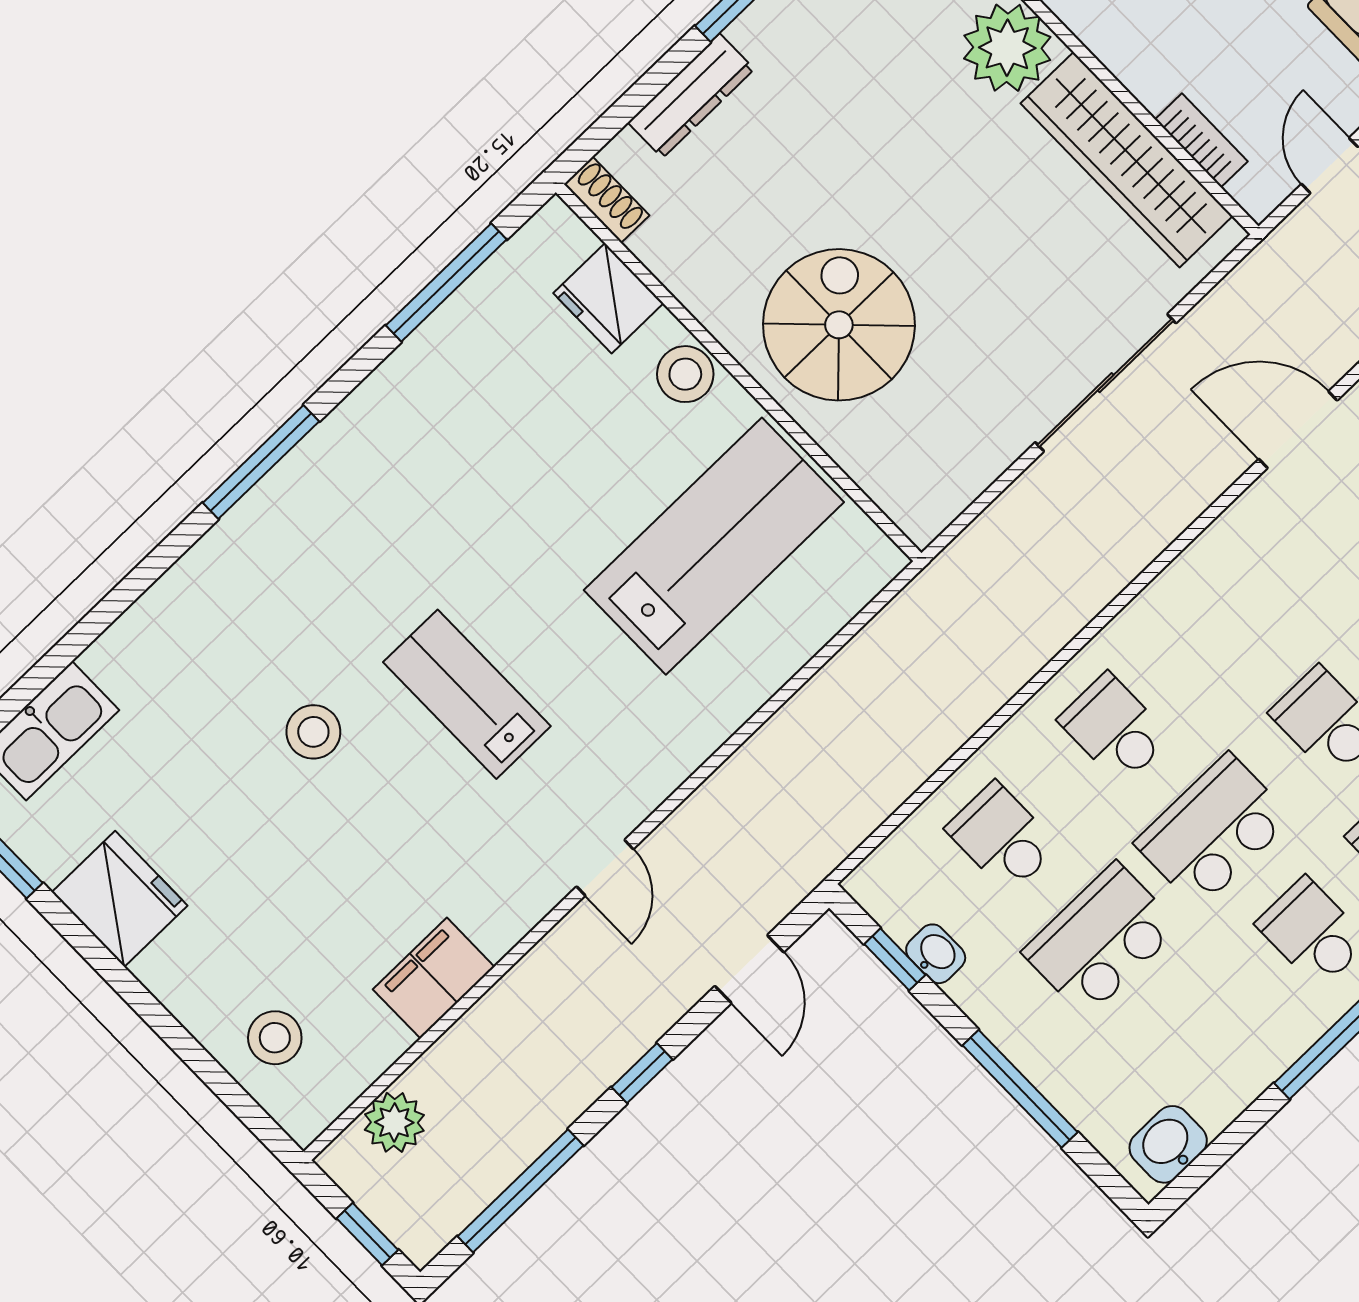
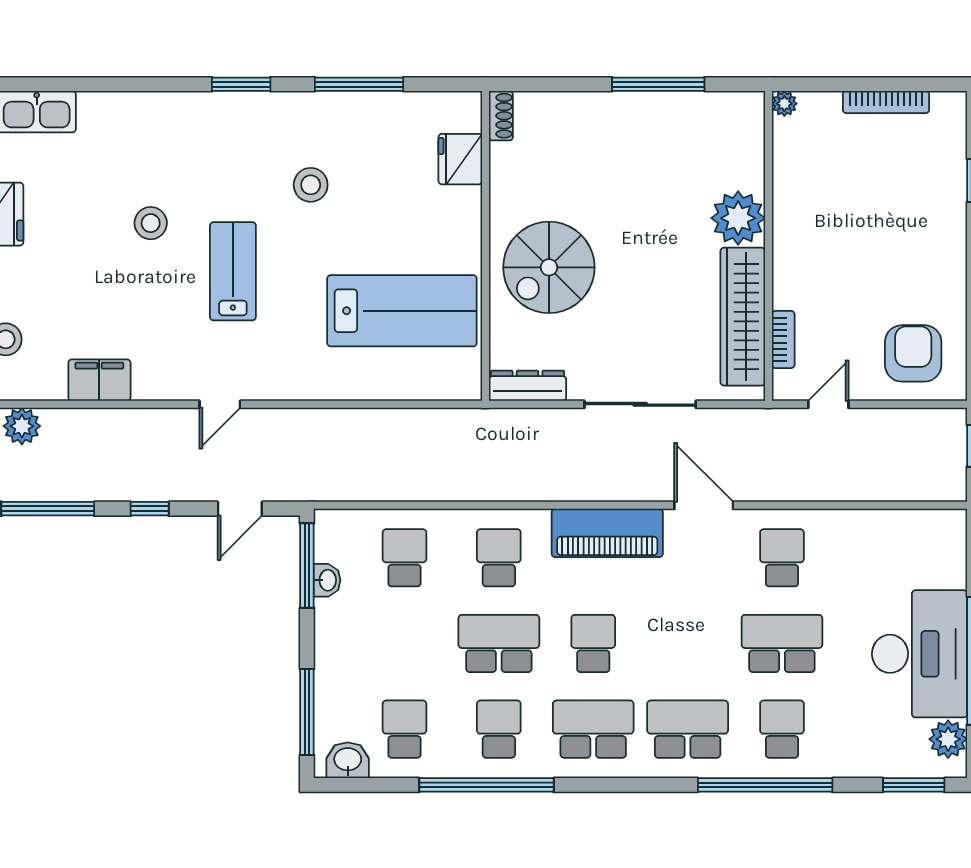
dresser: (691, 96) -> (527, 386), moved, turned 180
window: (446, 282) -> (359, 84), moved
spiral stairs: (839, 325) -> (549, 267), turned 180
stool: (685, 374) -> (311, 185), moved
window: (261, 462) -> (241, 84), width x0.69
piano: (1215, 574) -> (607, 533), added
school desk: (1101, 940) -> (404, 729), moved, width x0.54
window: (895, 959) -> (307, 566), width x2.17
window: (1020, 1089) -> (307, 712), moved

